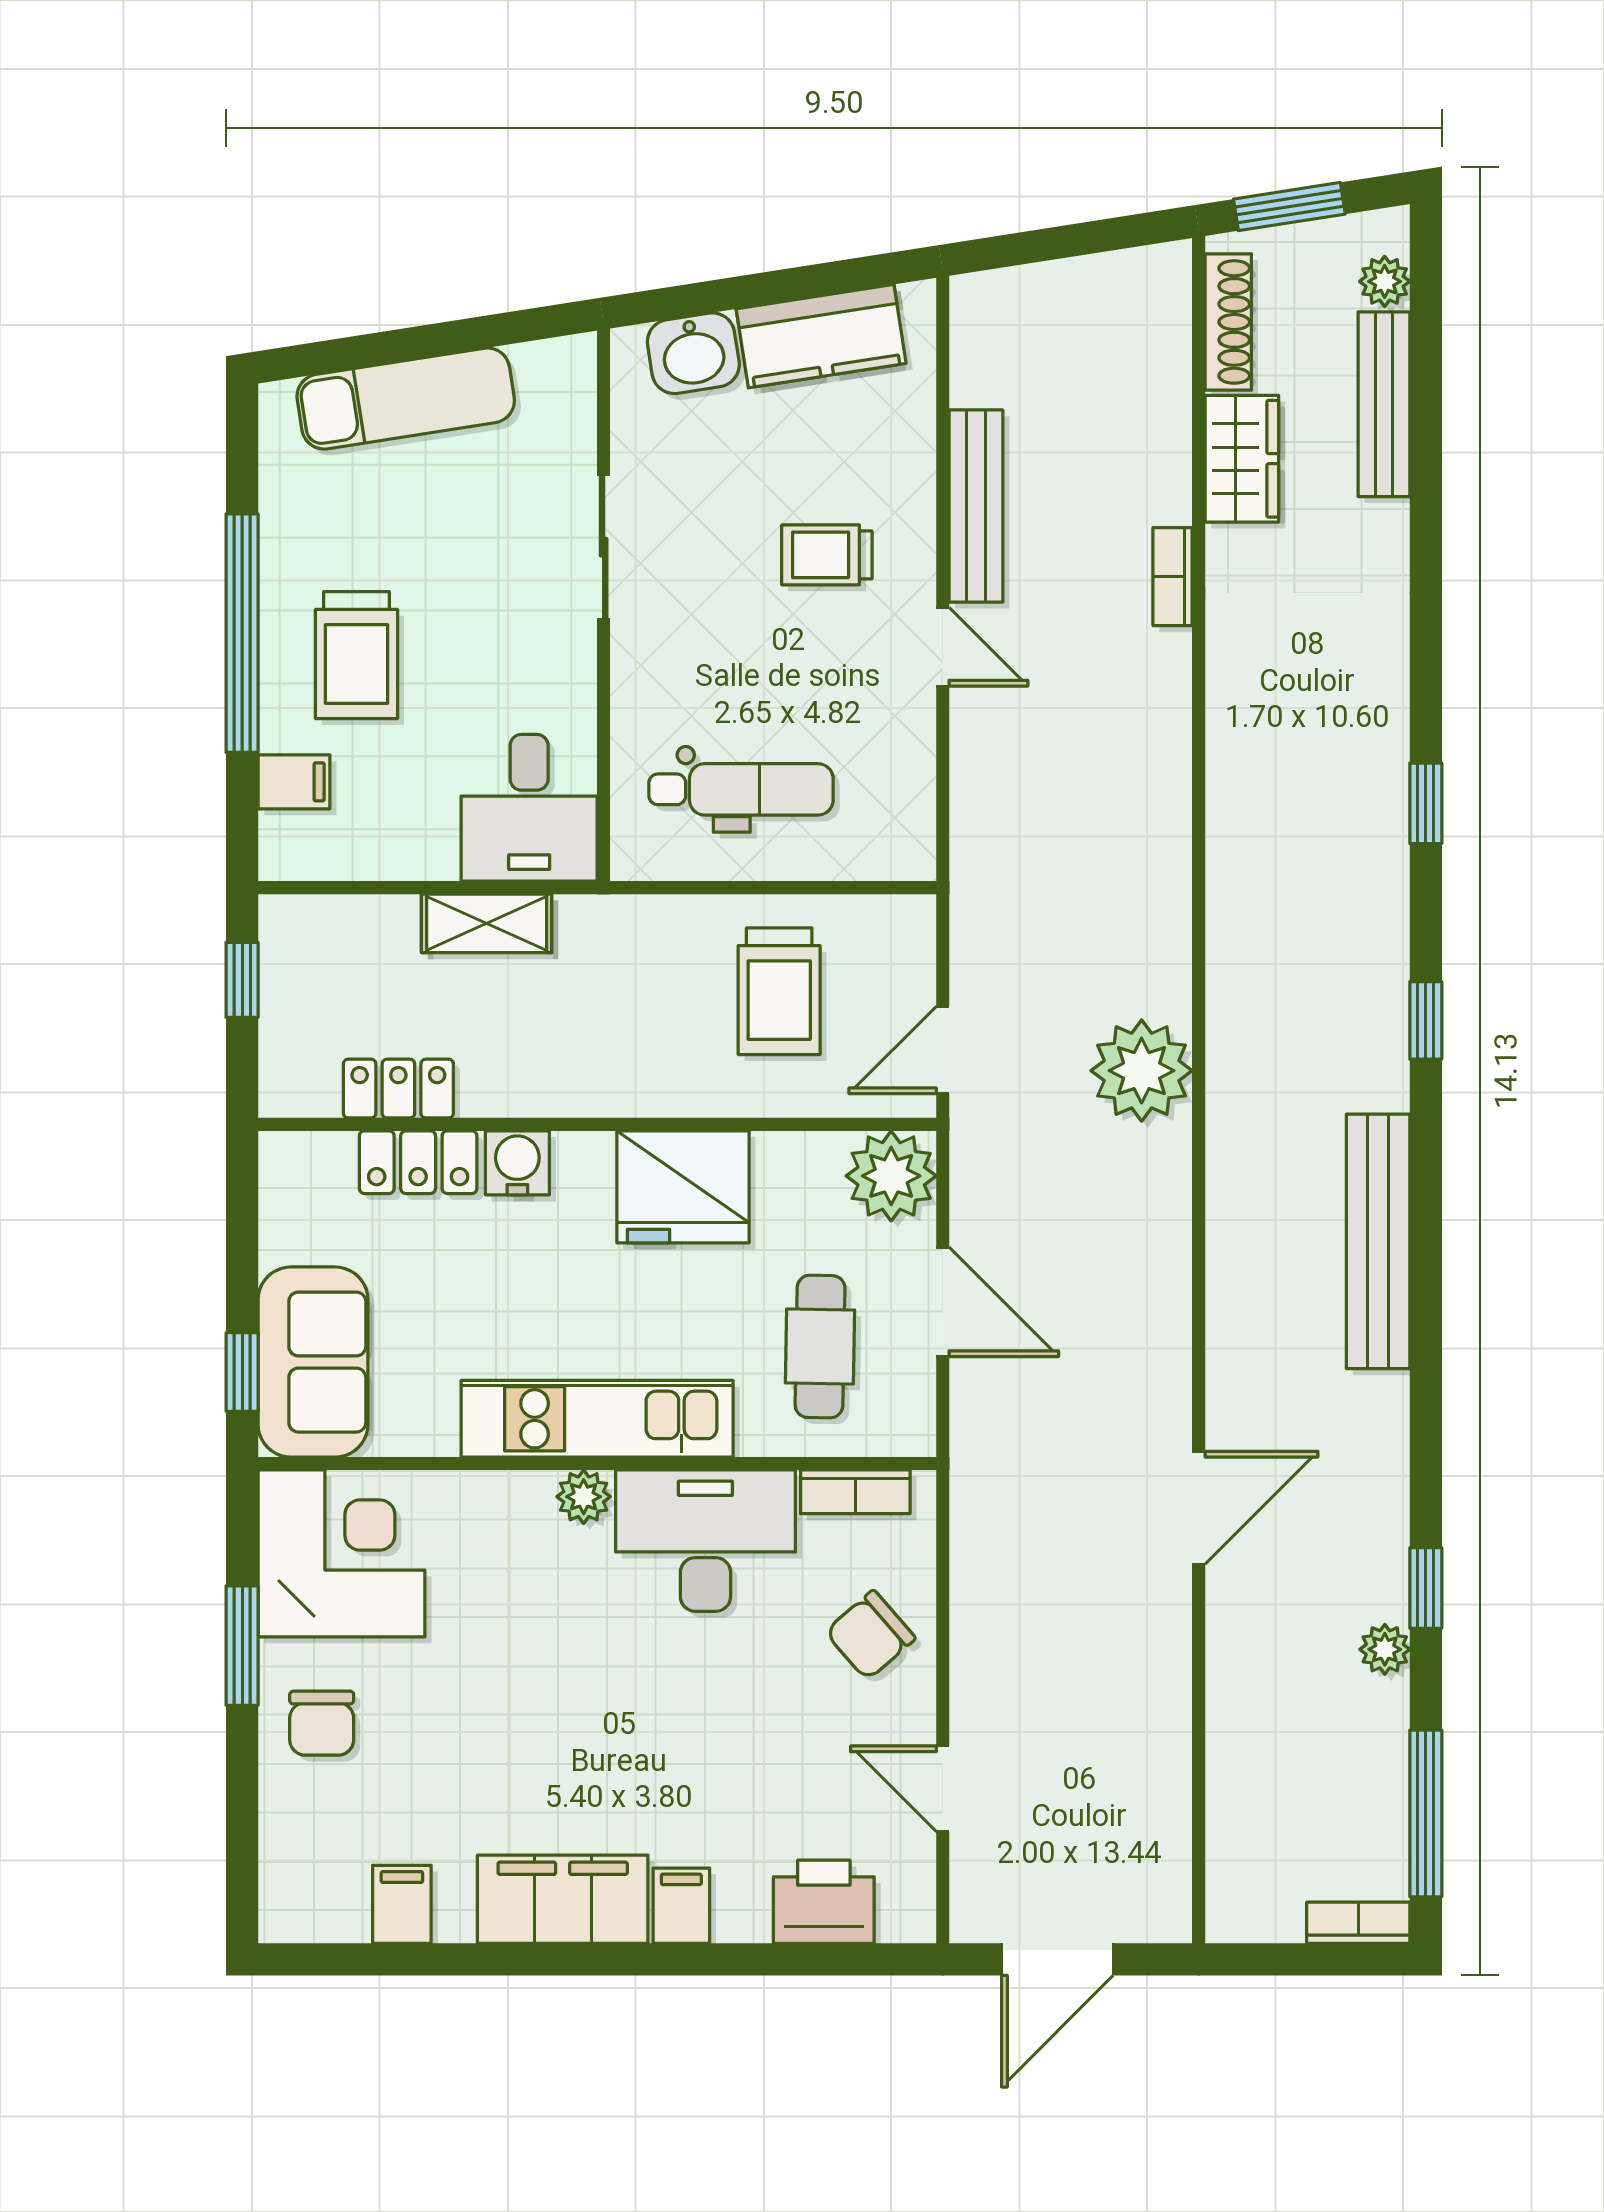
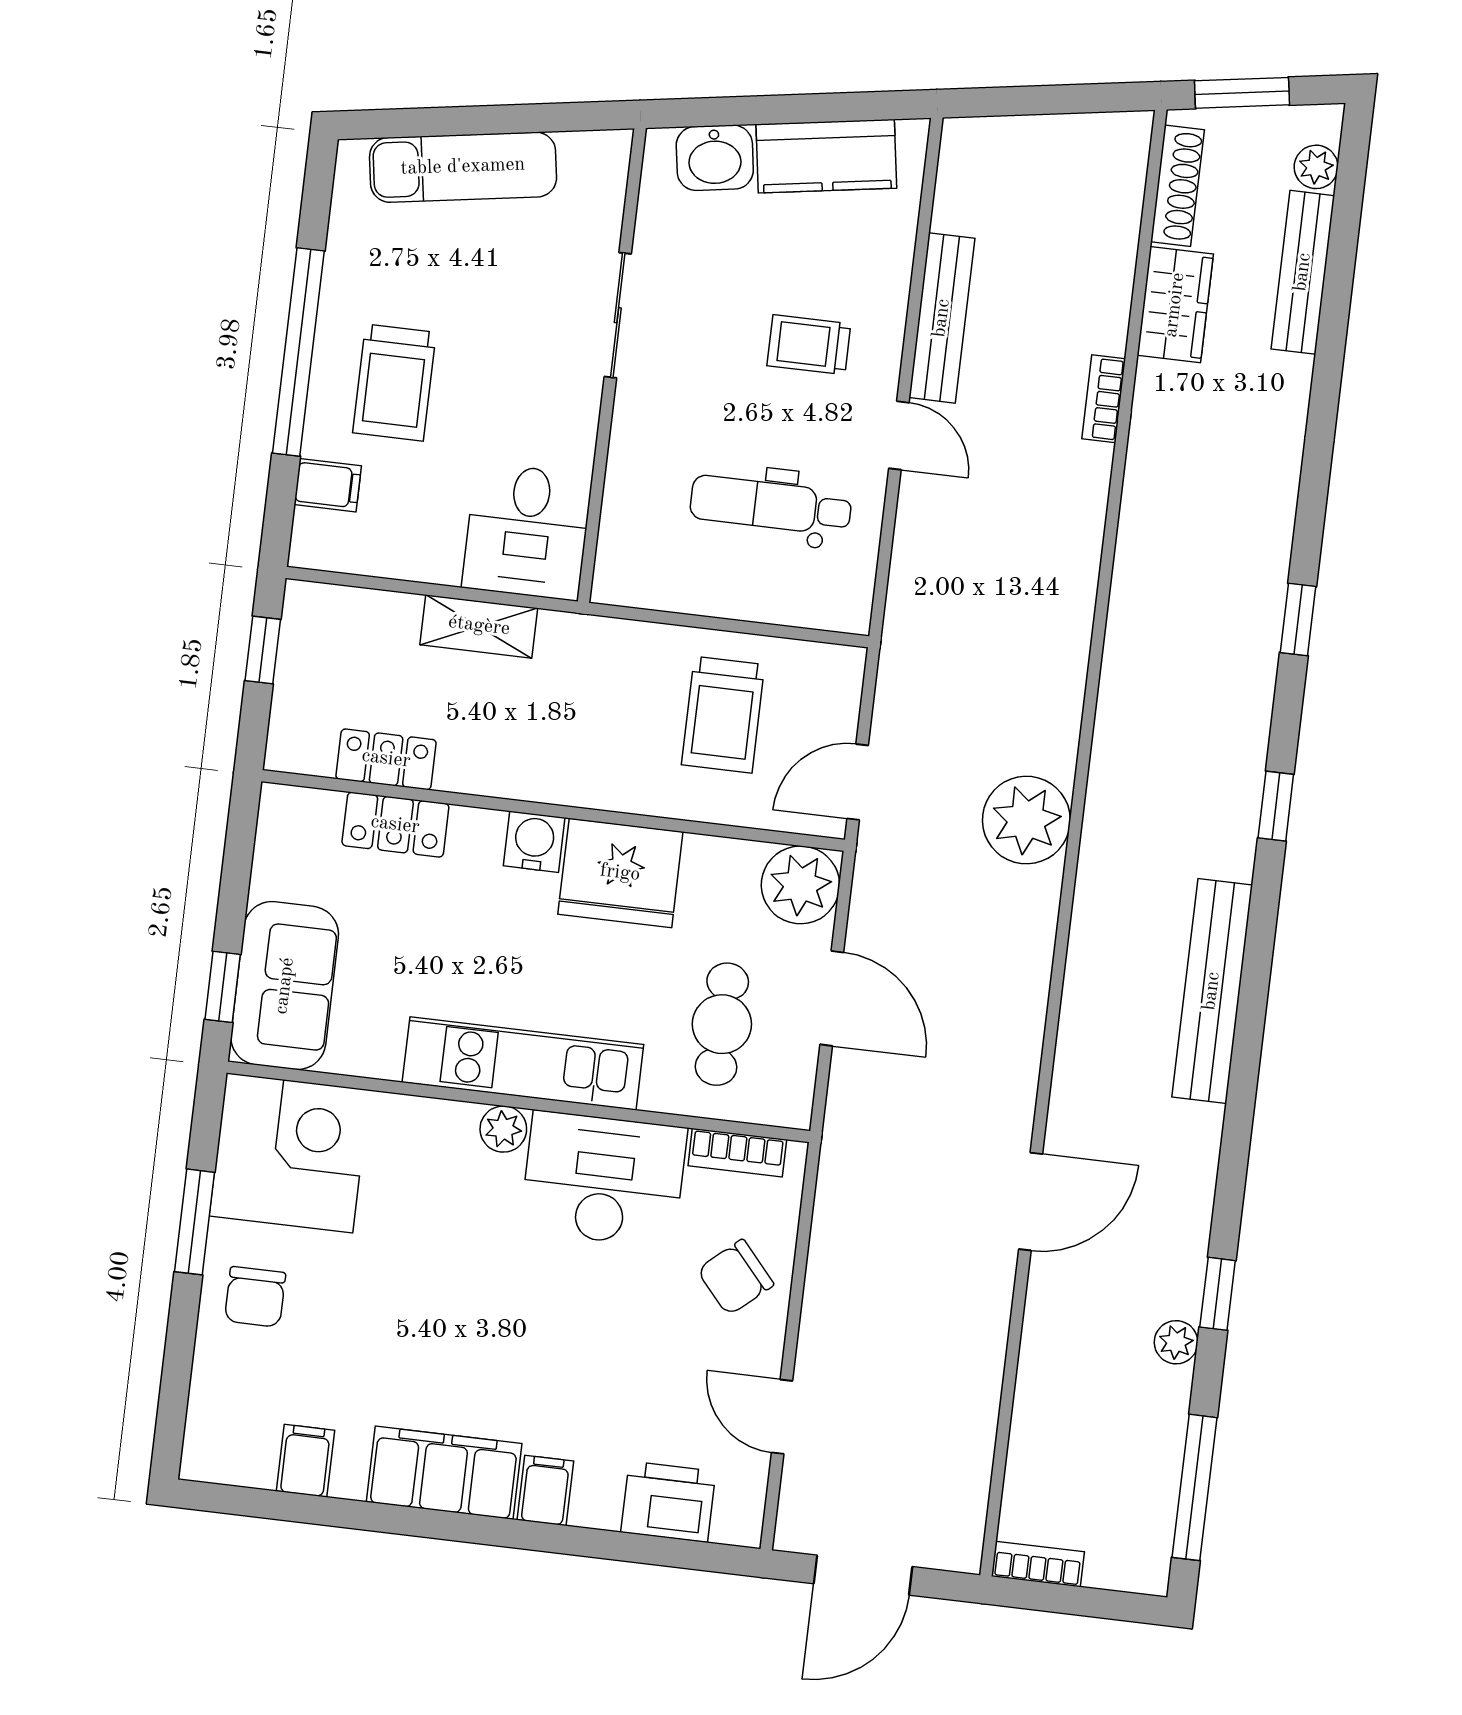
dental chair: (741, 789) -> (771, 505), moved, turned 180
water cooler: (517, 1163) -> (534, 842), moved
bookcase: (1358, 1923) -> (1038, 1564), moved

